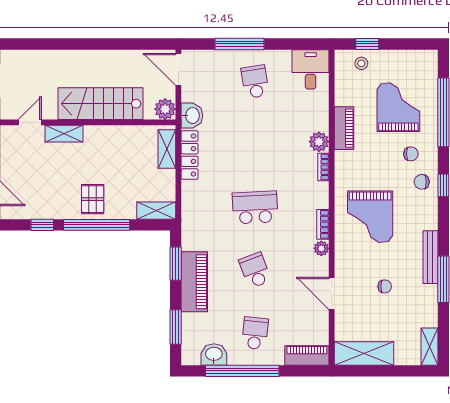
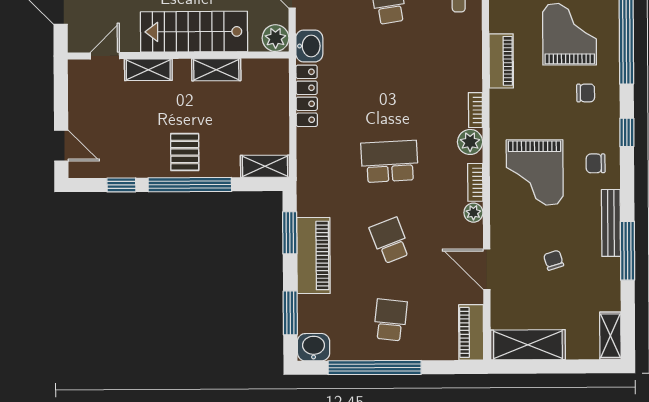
plant: (319, 142) -> (470, 142), moved
shelving: (167, 149) -> (216, 70), moved, turned 90
chair: (422, 182) -> (596, 163), moved
chair: (385, 286) -> (554, 260), turned -107
washbasin: (214, 354) -> (314, 347), moved
piano: (307, 355) -> (471, 332), moved, turned -90

